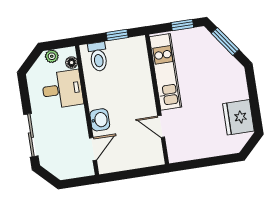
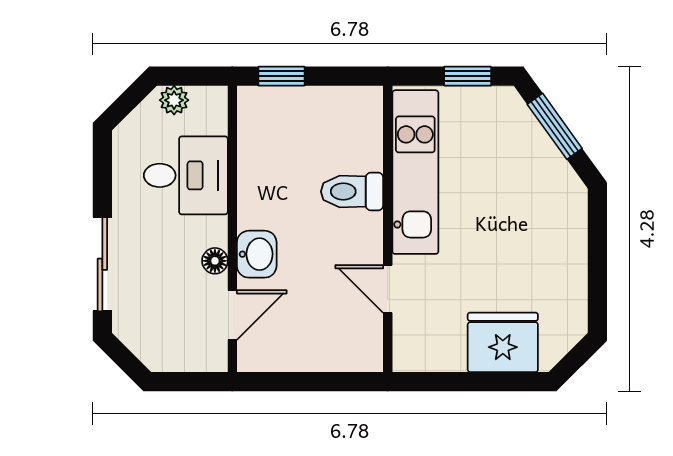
window: (117, 35) -> (281, 76), moved
toilet: (98, 57) -> (352, 192), moved, turned 90
floor lamp: (72, 63) -> (215, 261), moved
fridge: (238, 117) -> (503, 342), moved, turned 90

